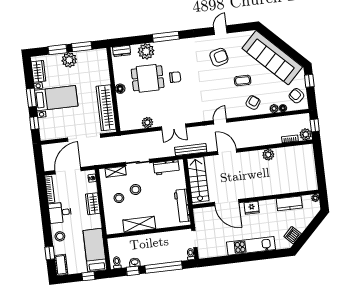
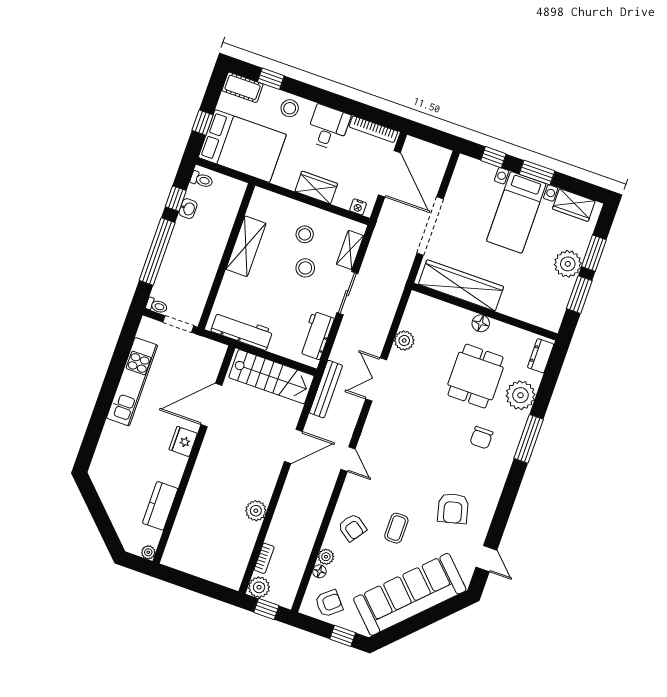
door: (220, 30) -> (486, 559), moved
chair: (175, 77) -> (481, 438), moved
dishwasher: (293, 235) -> (106, 486), removed
kitchen unit: (251, 246) -> (132, 382), moved
bed: (95, 250) -> (242, 146), width x1.50

